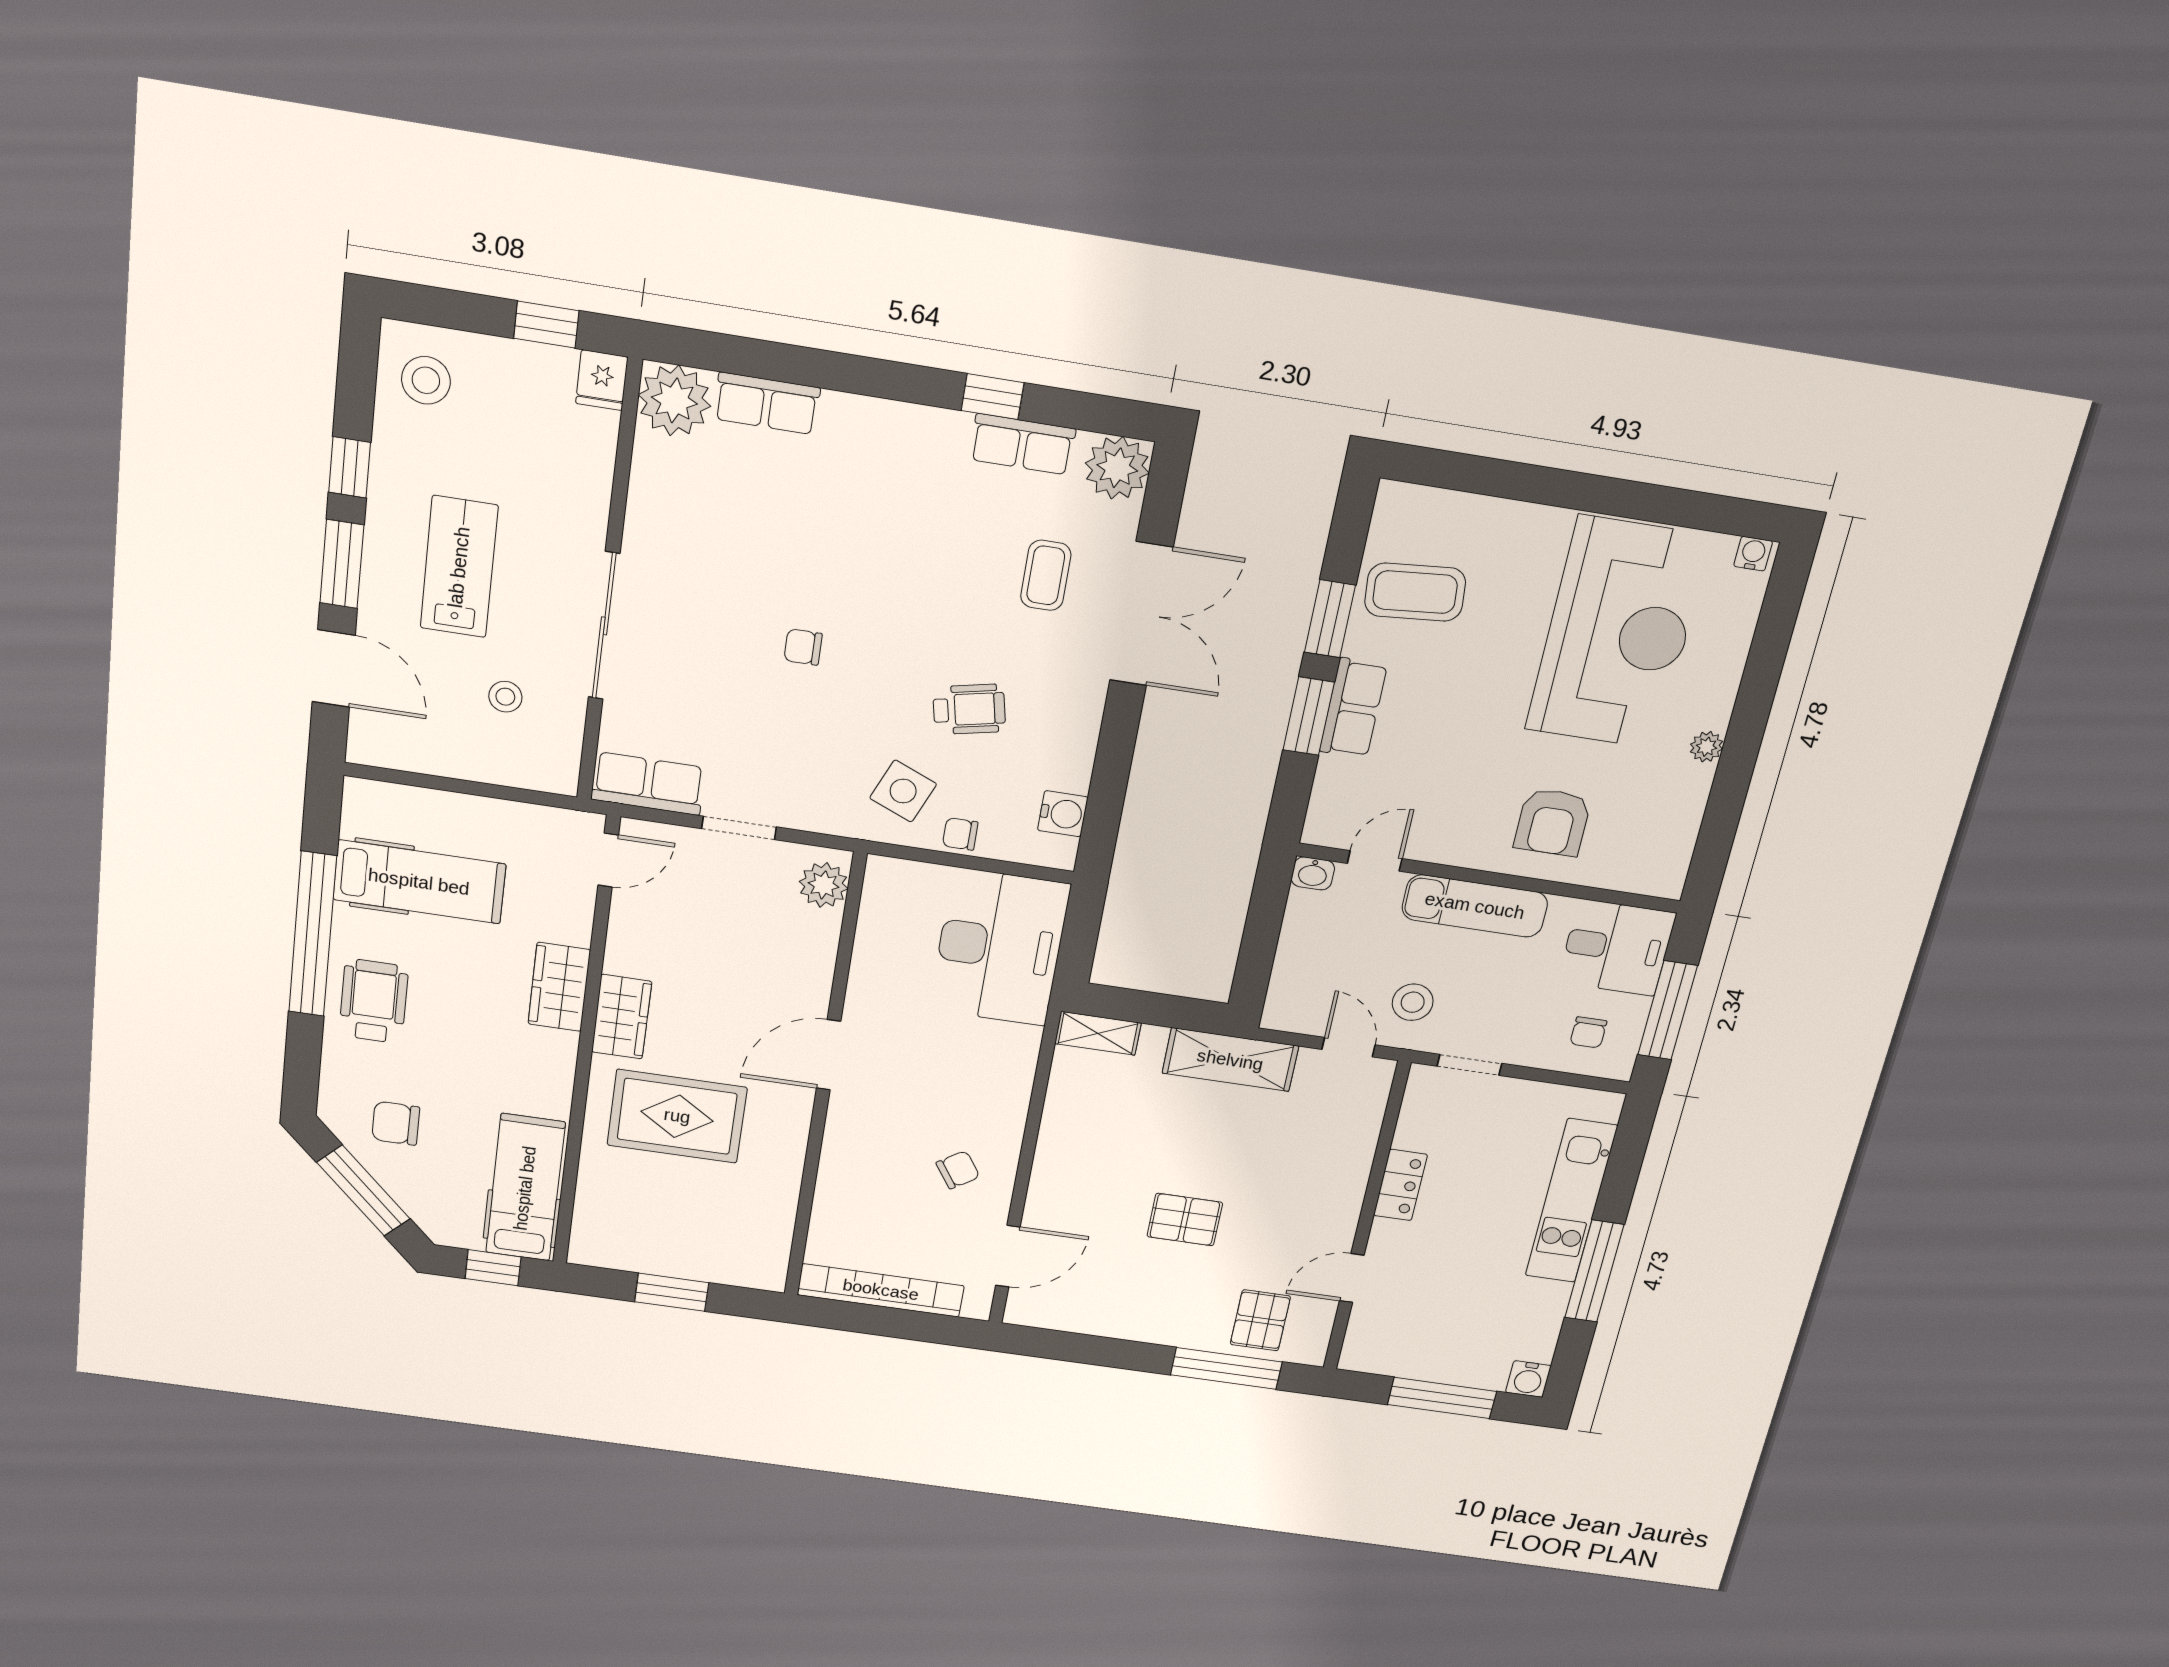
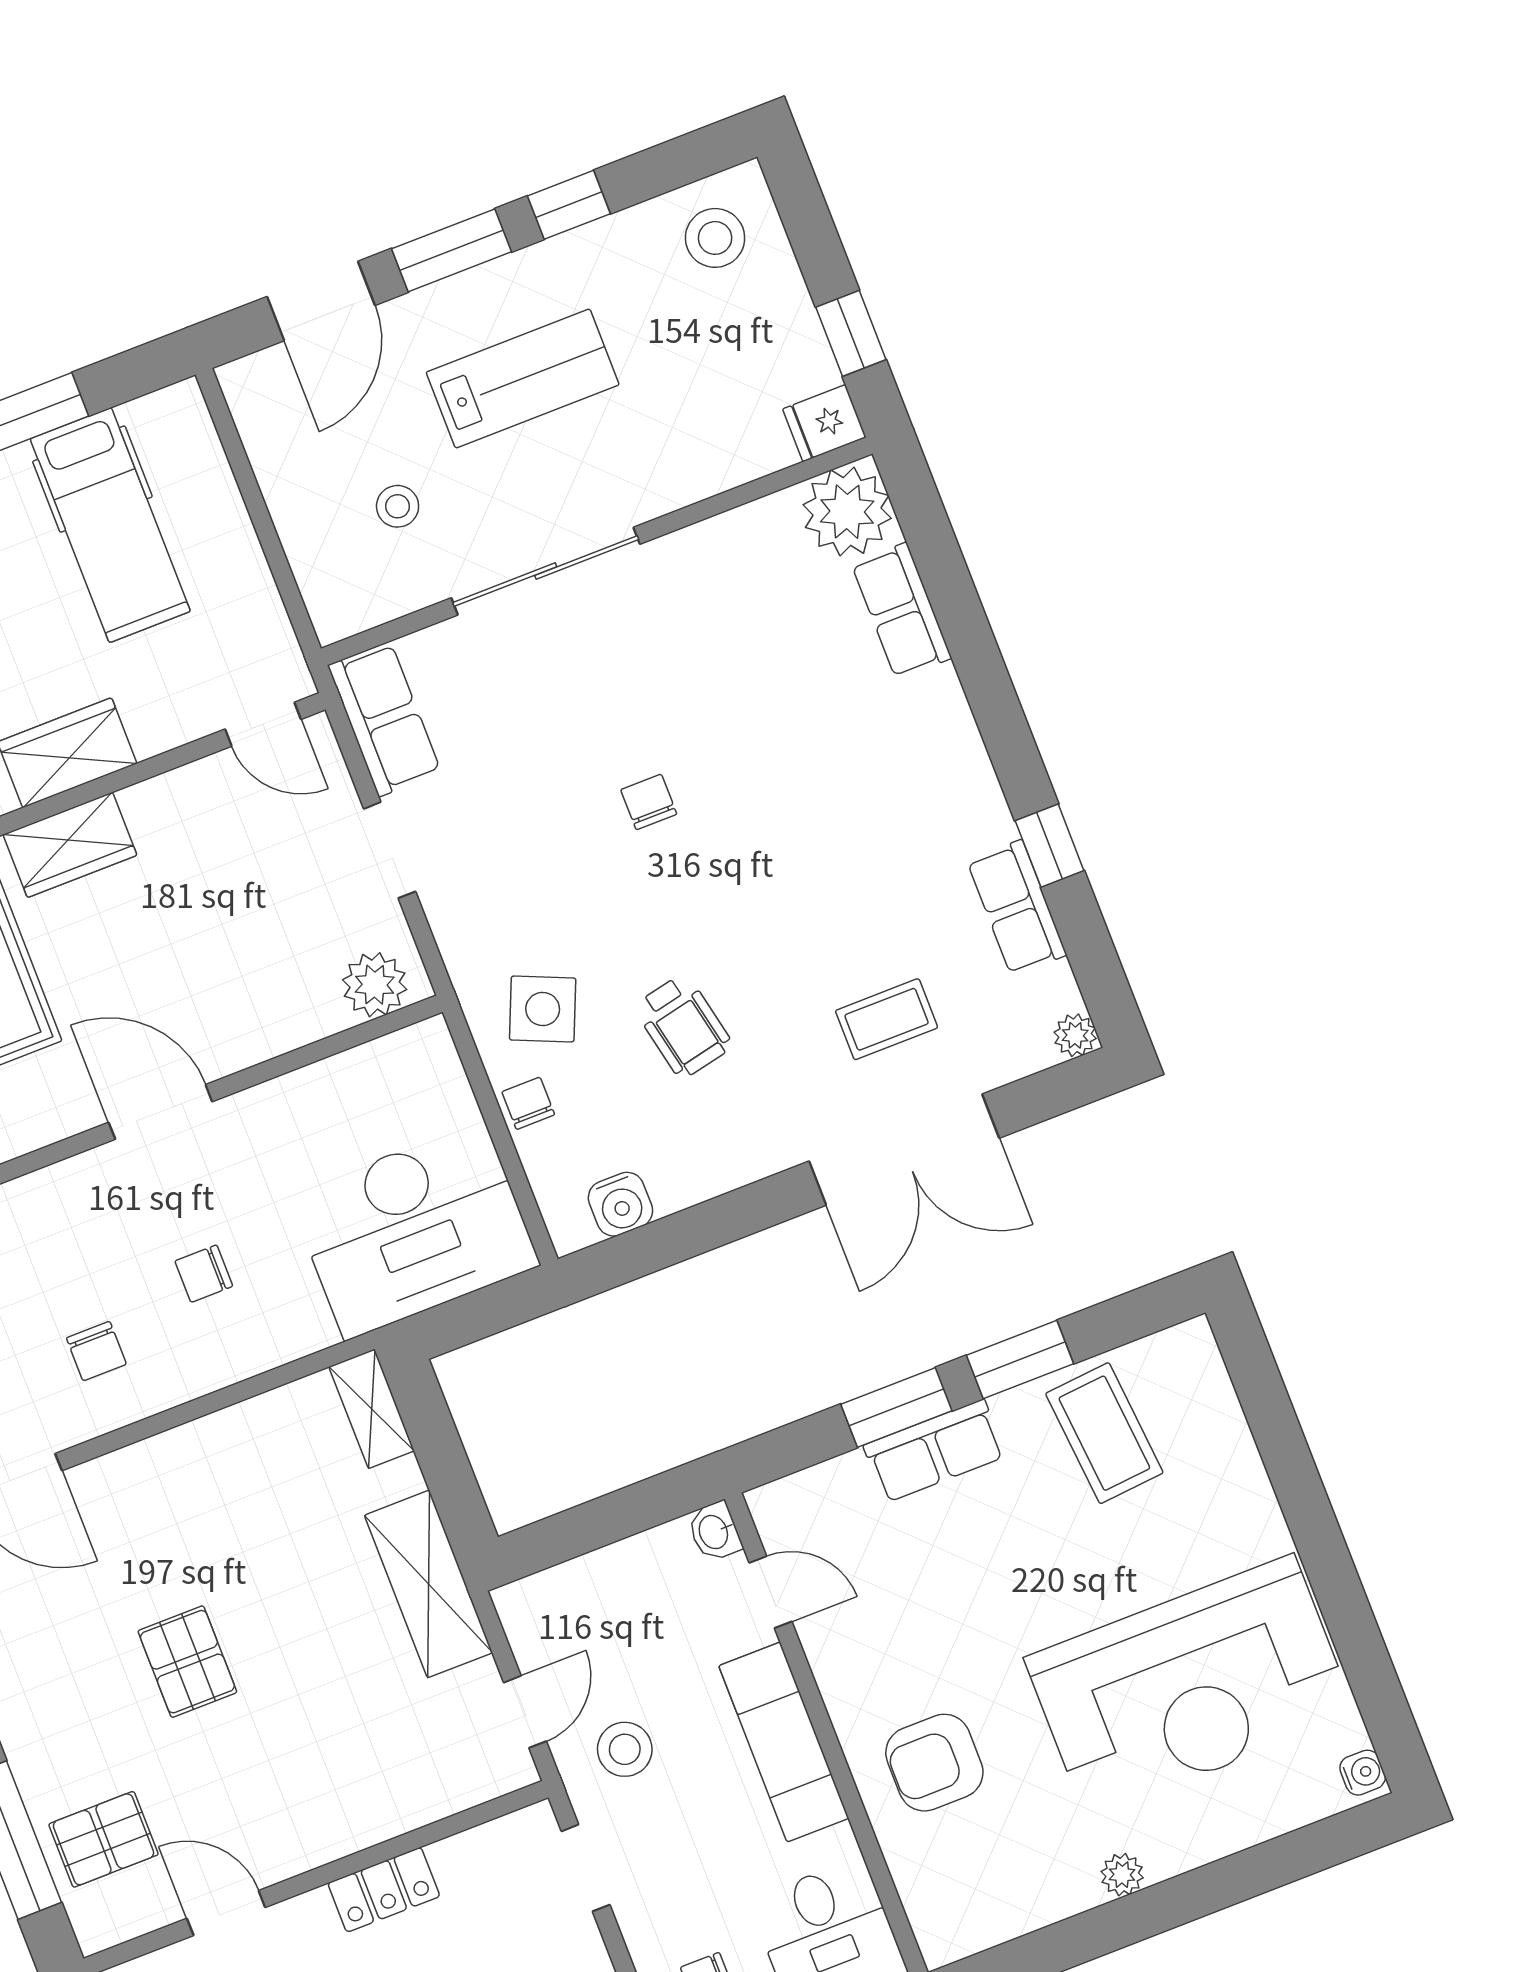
plant: (1117, 468) -> (1075, 1035), width x0.53, depth x0.53
chair: (948, 1084) -> (204, 1274), added
chair: (958, 1170) -> (96, 1351), turned 34

